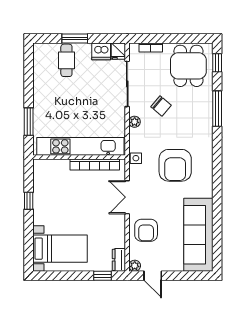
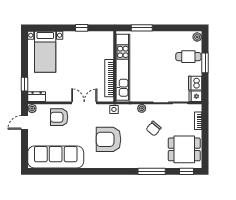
plant: (41, 49) -> (197, 37), added

